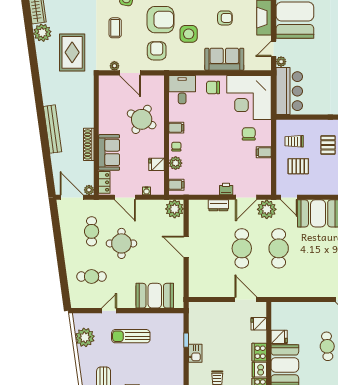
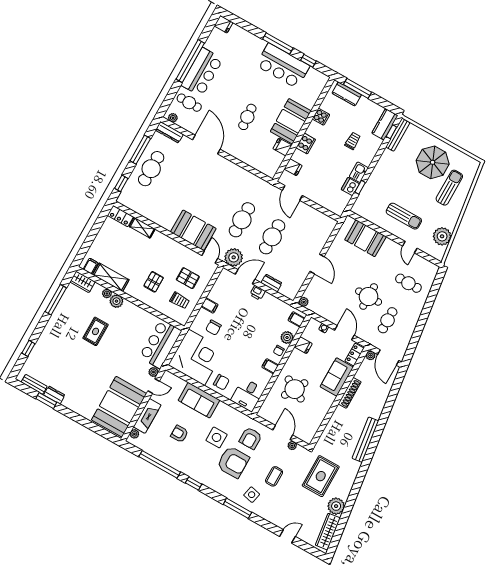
armchair: (161, 20) -> (233, 462), turned 180
bench: (52, 129) -> (365, 440), moved
plant: (175, 209) -> (304, 302), width x0.53, depth x0.53
door: (109, 311) -> (410, 247), hinge flipped
dishwasher: (259, 370) -> (350, 187), moved, turned 180

